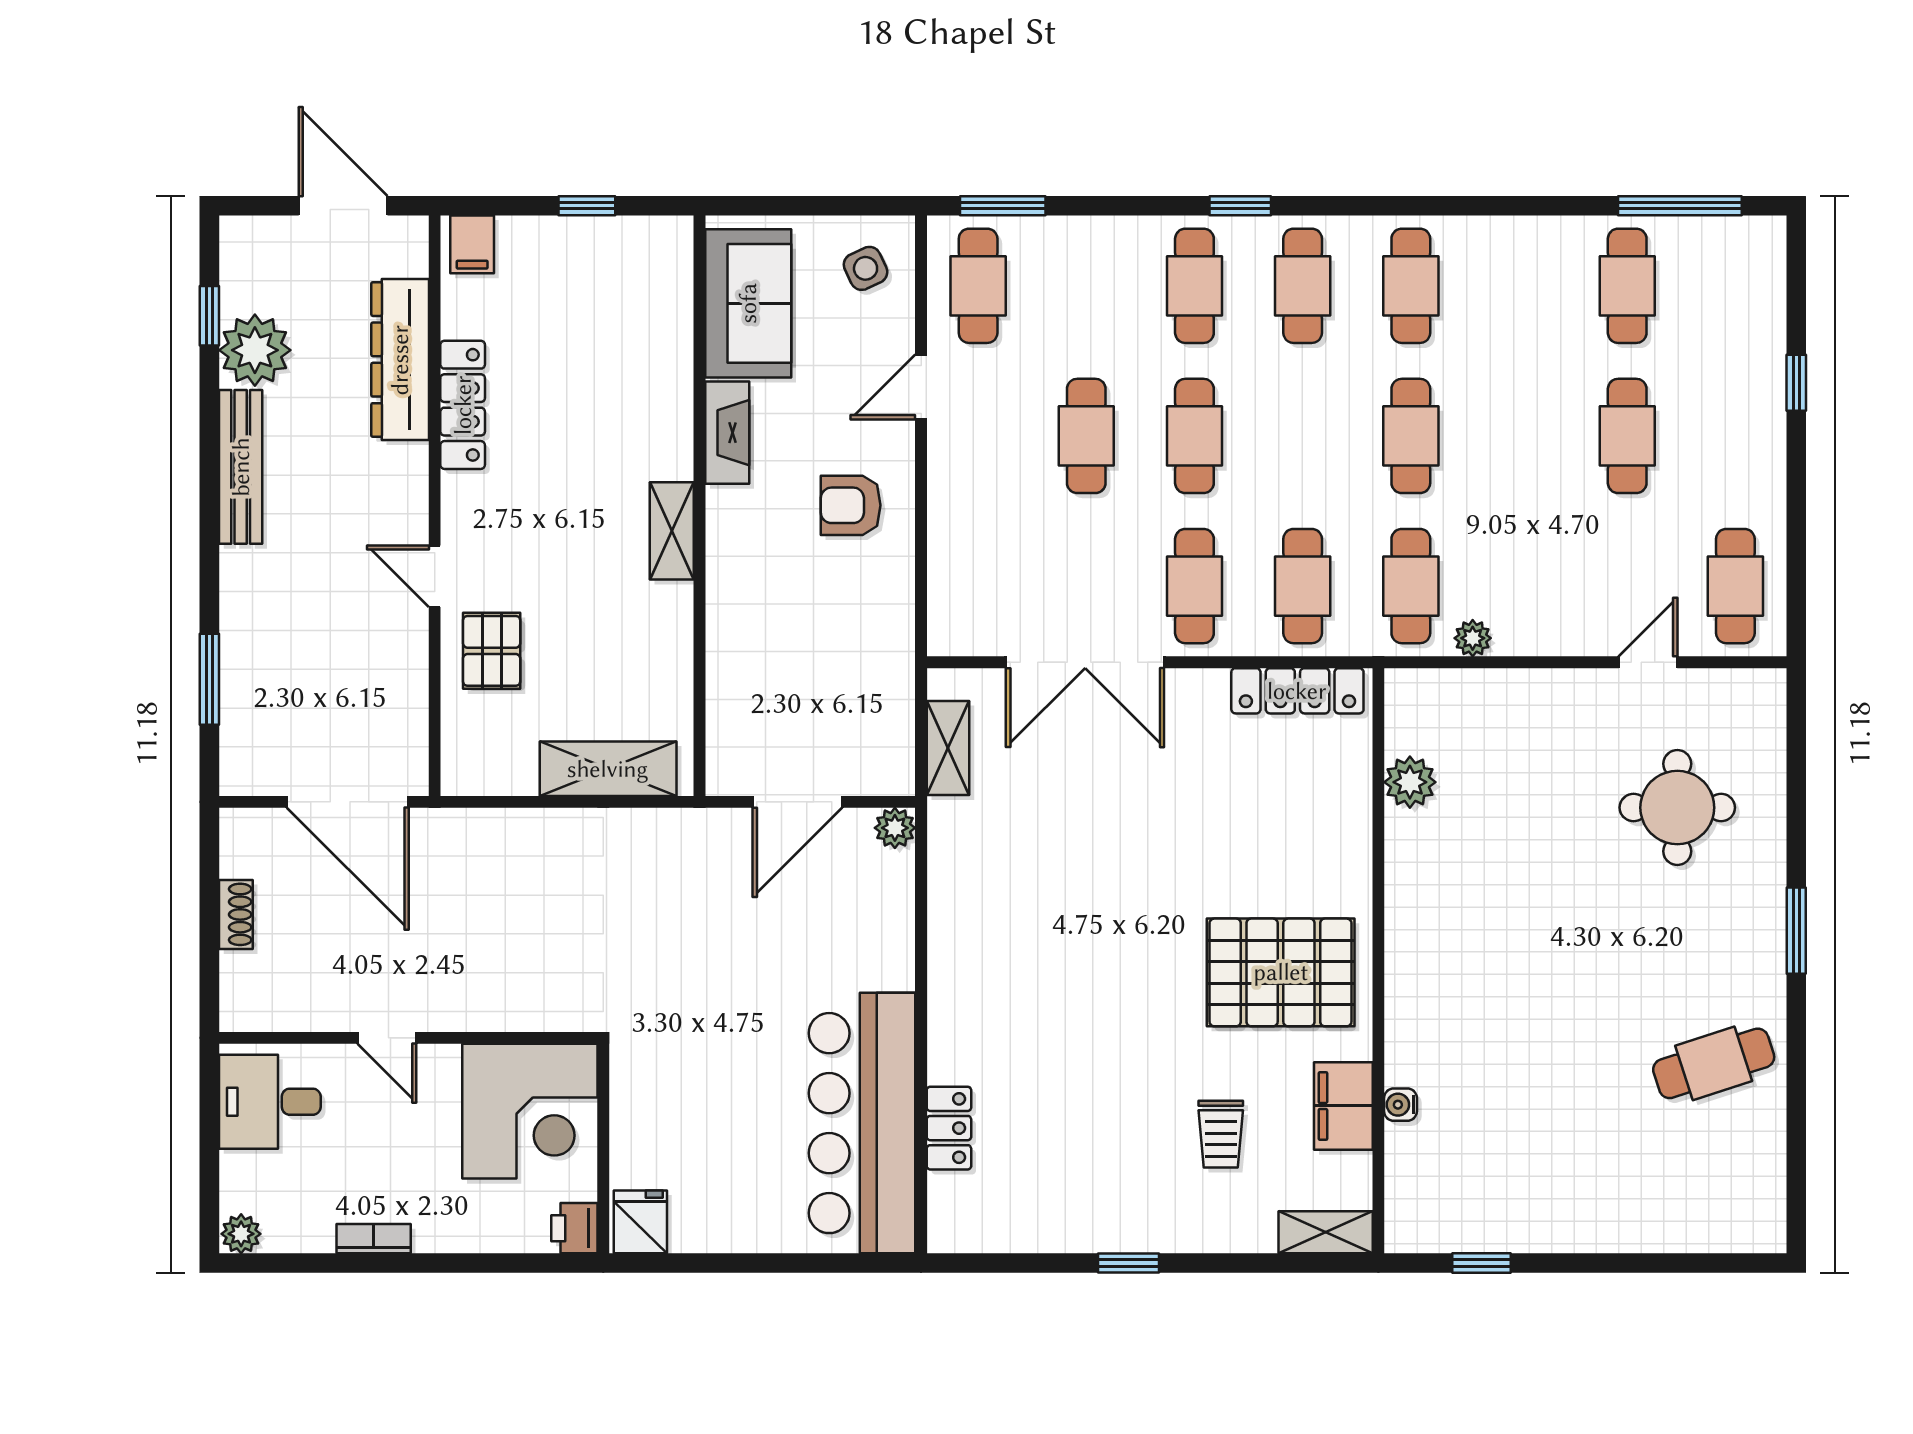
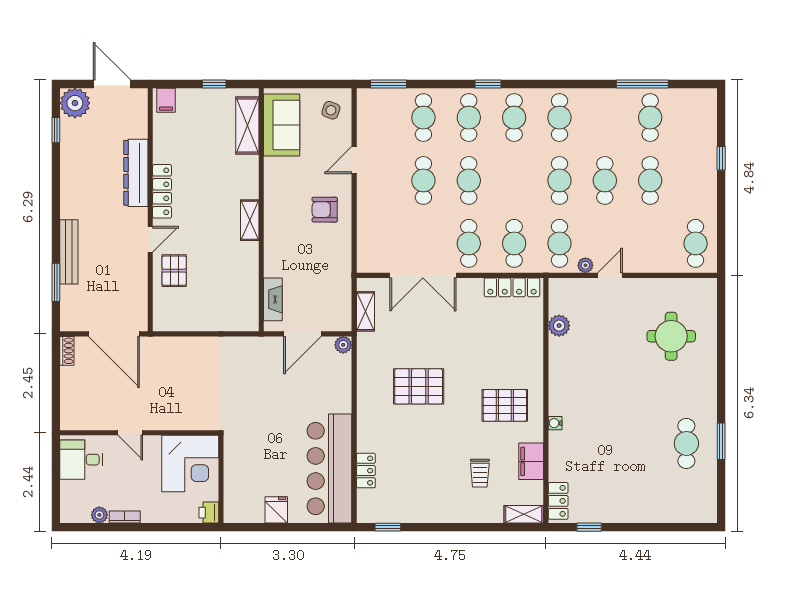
window: (1680, 206) -> (642, 84), moved
side table: (866, 268) -> (331, 110), turned 45
cafe table: (978, 286) -> (423, 118), moved
plant: (255, 350) -> (75, 103), moved
dresser: (400, 360) -> (136, 173), moved
locker: (463, 405) -> (162, 191), moved
fireplace: (727, 433) -> (273, 299), moved
cafe table: (1519, 436) -> (605, 180), added
bench: (241, 467) -> (69, 252), moved
door: (435, 576) -> (150, 239), swing flipped
door: (1648, 662) -> (610, 275), moved
shelving: (608, 769) -> (247, 126), moved, turned 90
shoe rack: (236, 914) -> (67, 351), moved
pallet: (1075, 927) -> (419, 386), added
window: (1796, 931) -> (721, 441), moved
pallet: (1281, 972) -> (505, 405), width x0.73, depth x0.71
cafe table: (1714, 1063) -> (686, 443), turned -72
water cooler: (1400, 1105) -> (555, 423), moved
locker: (1408, 1200) -> (558, 501), added
fridge: (640, 1222) -> (276, 510), moved
plant: (241, 1234) -> (99, 515), moved
window: (1128, 1263) -> (388, 527), moved

